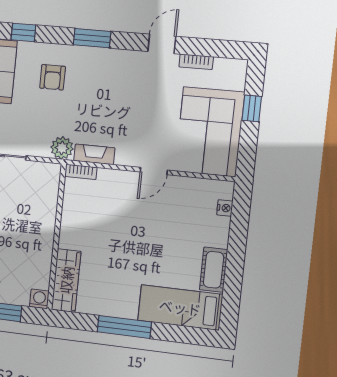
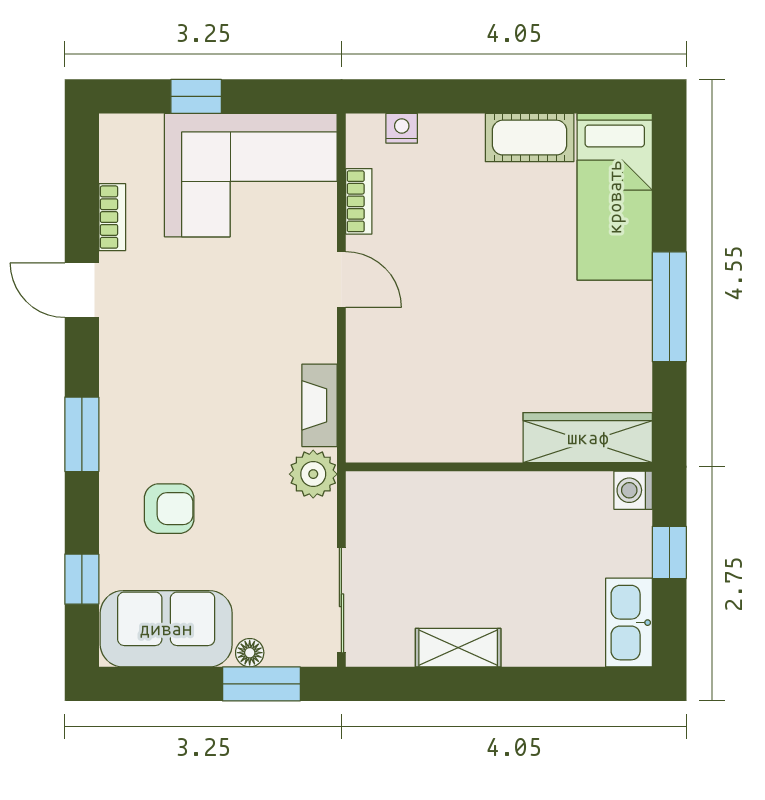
bookcase: (81, 172) -> (359, 201), moved

